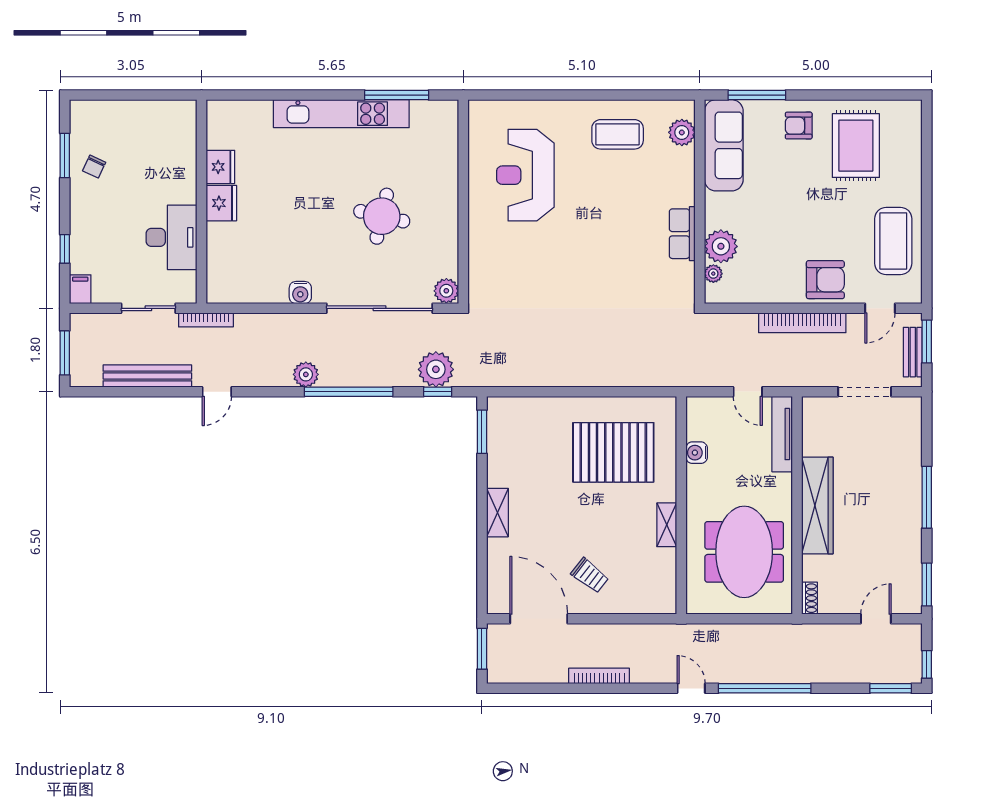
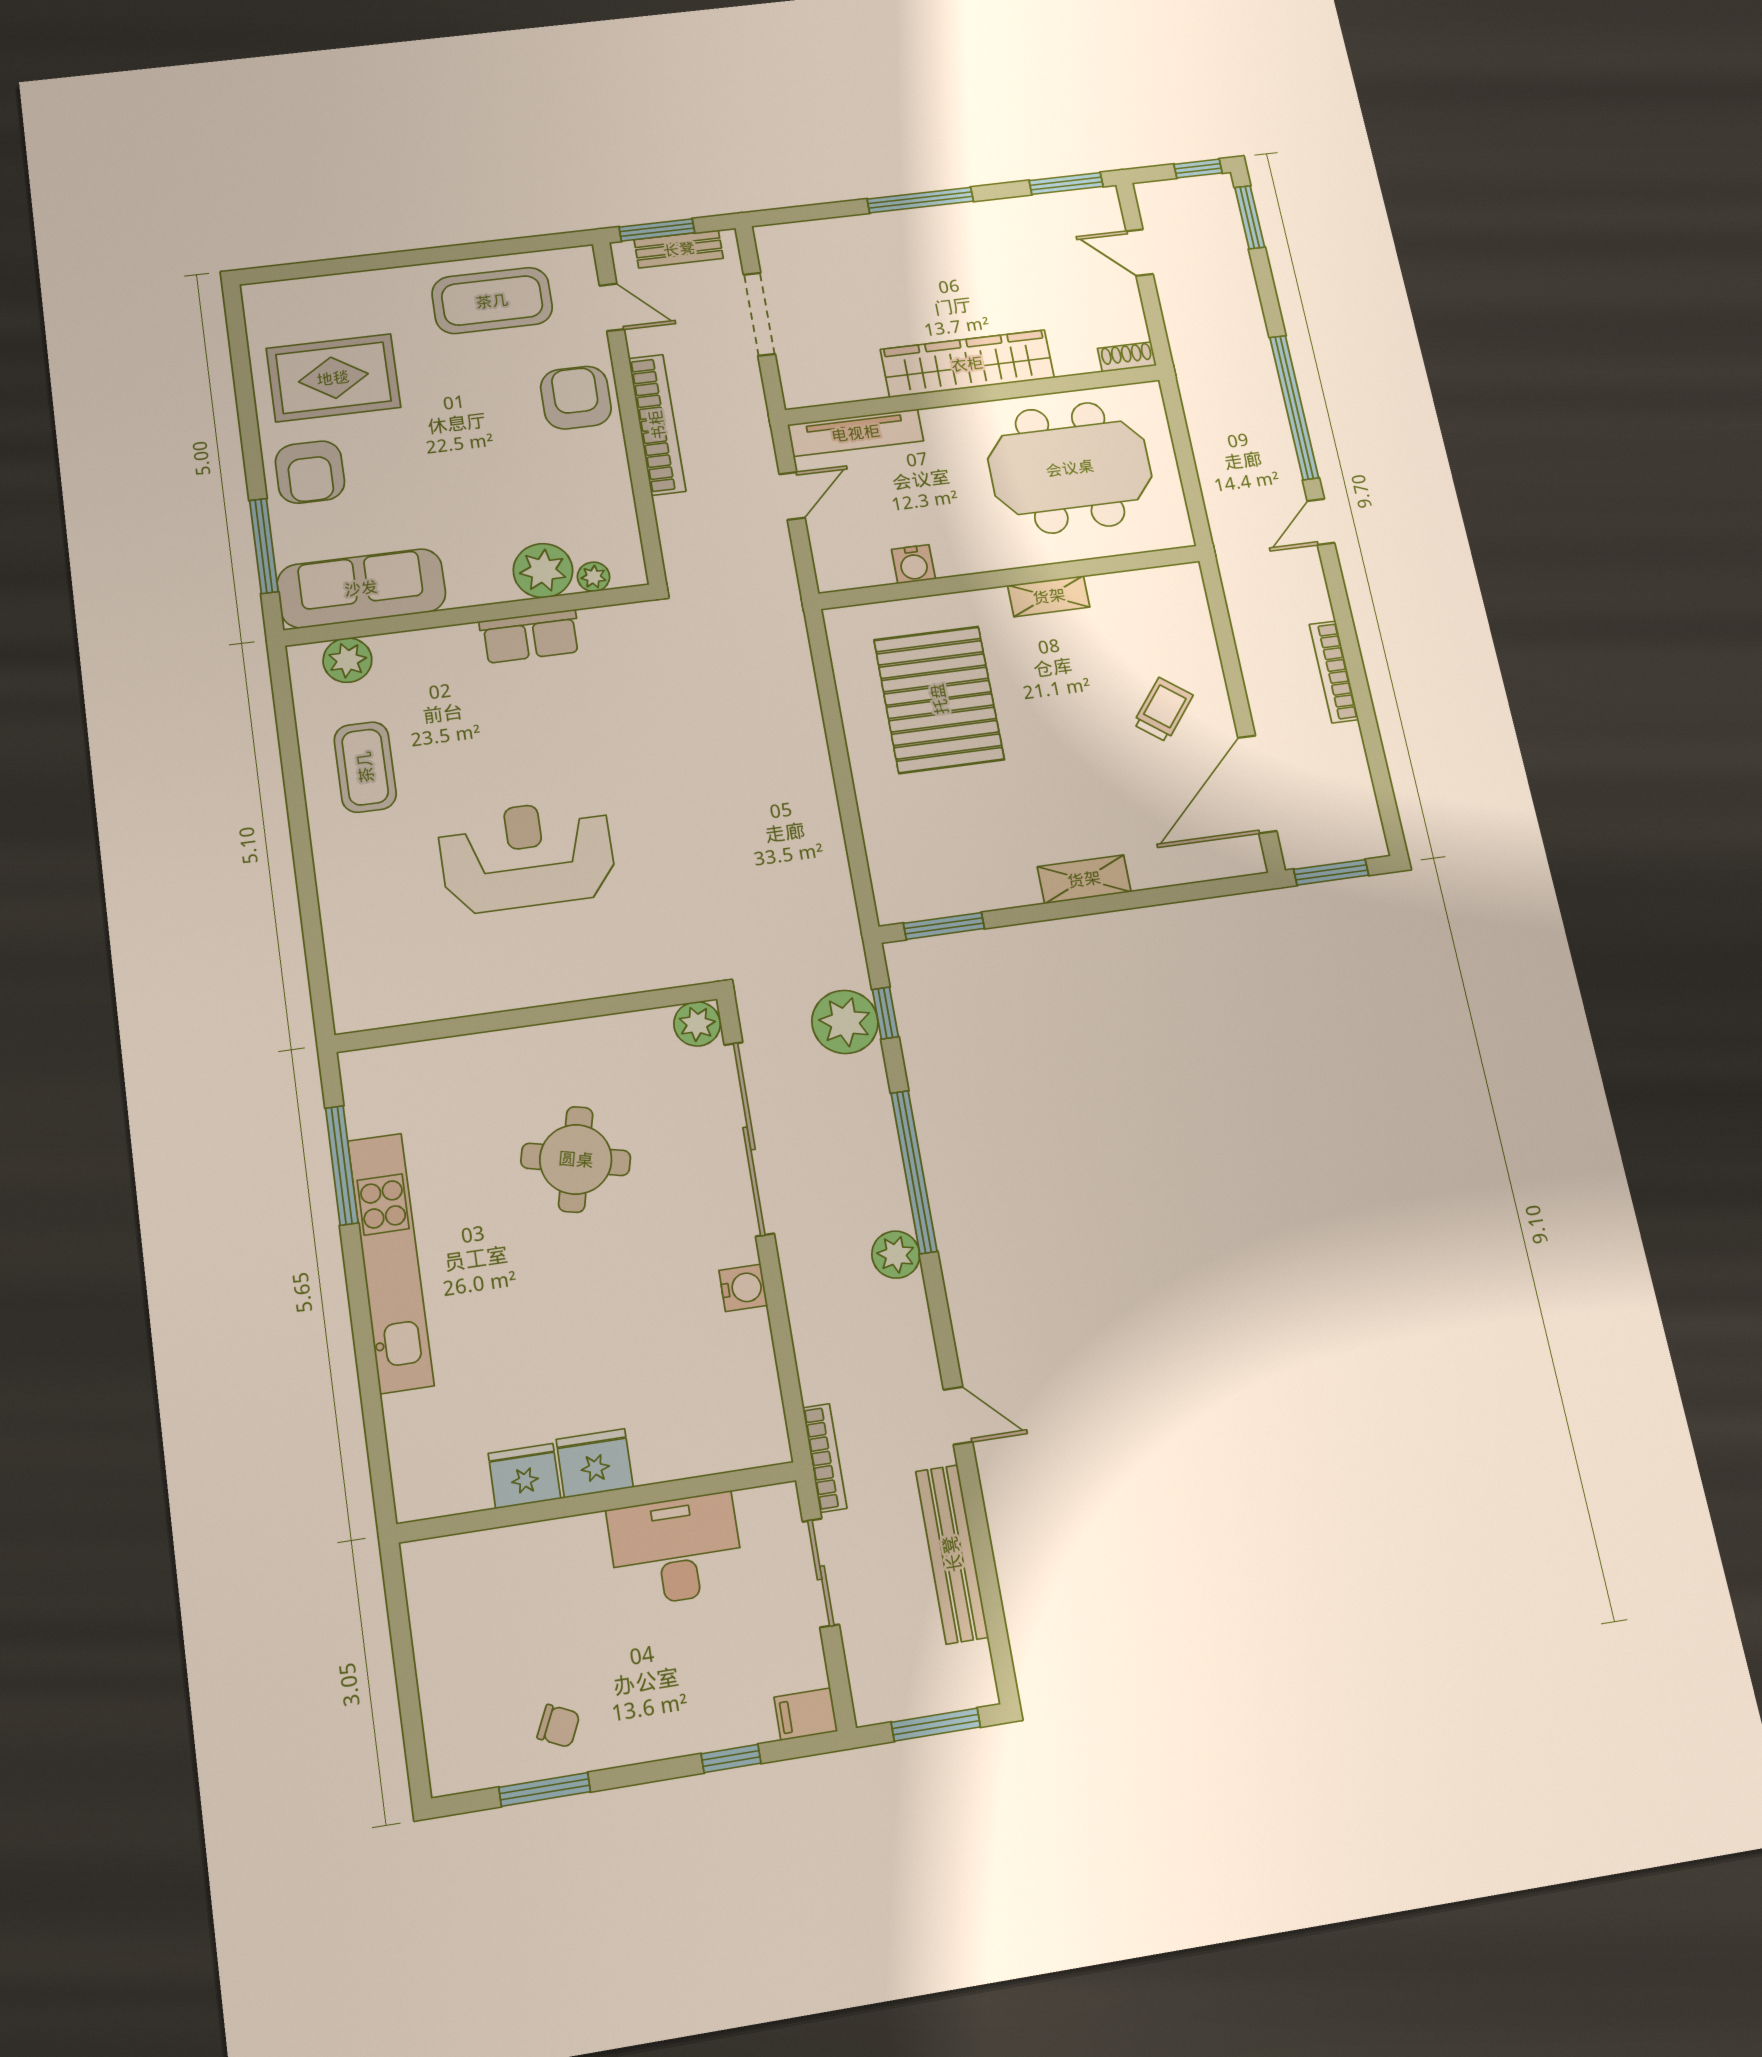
armchair: (799, 126) -> (310, 472), width x1.38, depth x1.38
reception desk: (525, 175) -> (527, 856), moved, turned 180

